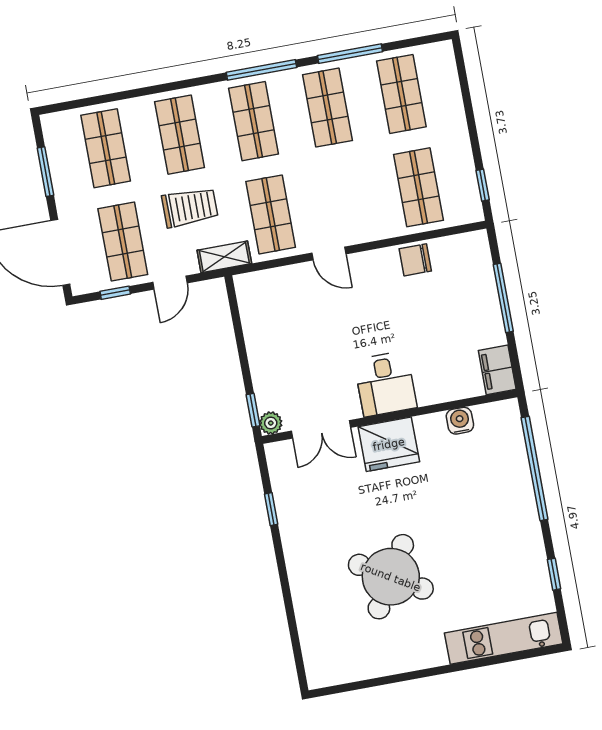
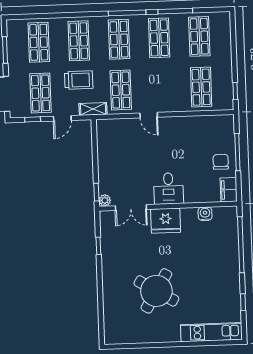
chair: (415, 260) -> (221, 162), moved, turned 90

